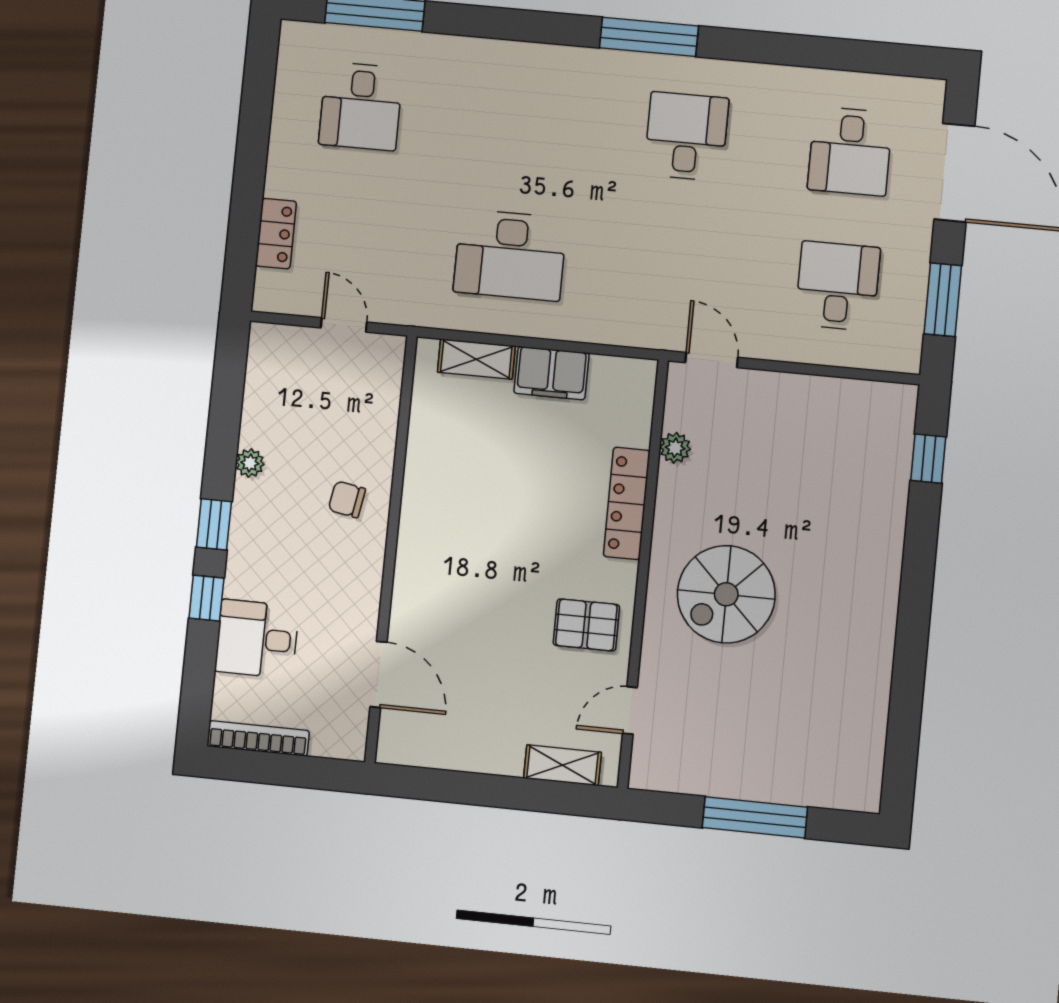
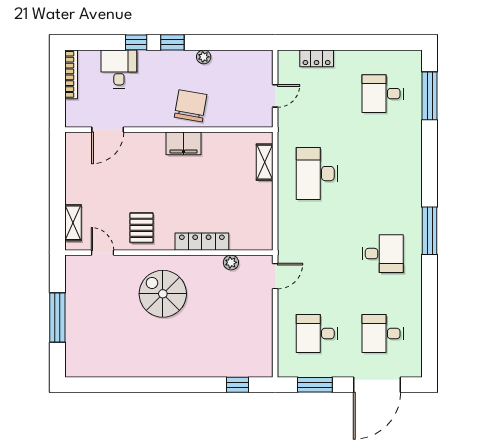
desk: (838, 286) -> (317, 334), turned 180
filing cabinet: (551, 373) -> (184, 143), moved, turned -90
chair: (347, 499) -> (191, 106), width x1.87, depth x1.87

